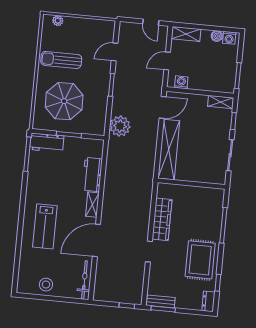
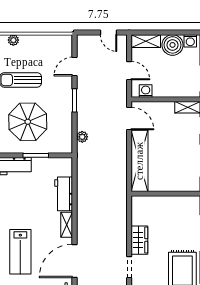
boiler: (217, 36) -> (173, 45), width x1.86, depth x1.86
door: (167, 61) -> (129, 71), swing flipped
door: (163, 107) -> (129, 119), hinge flipped
plant: (120, 126) -> (82, 137), width x0.53, depth x0.53
wardrobe: (162, 219) -> (139, 240), width x0.67

